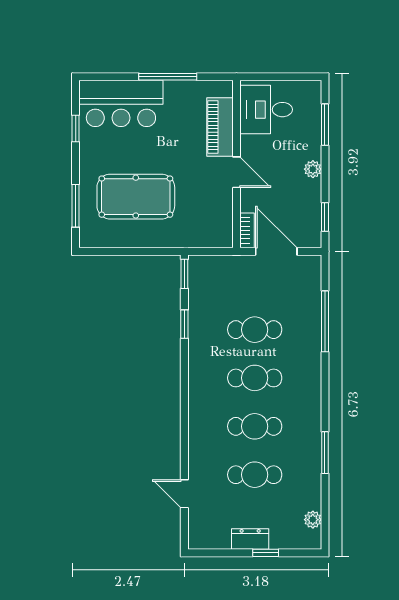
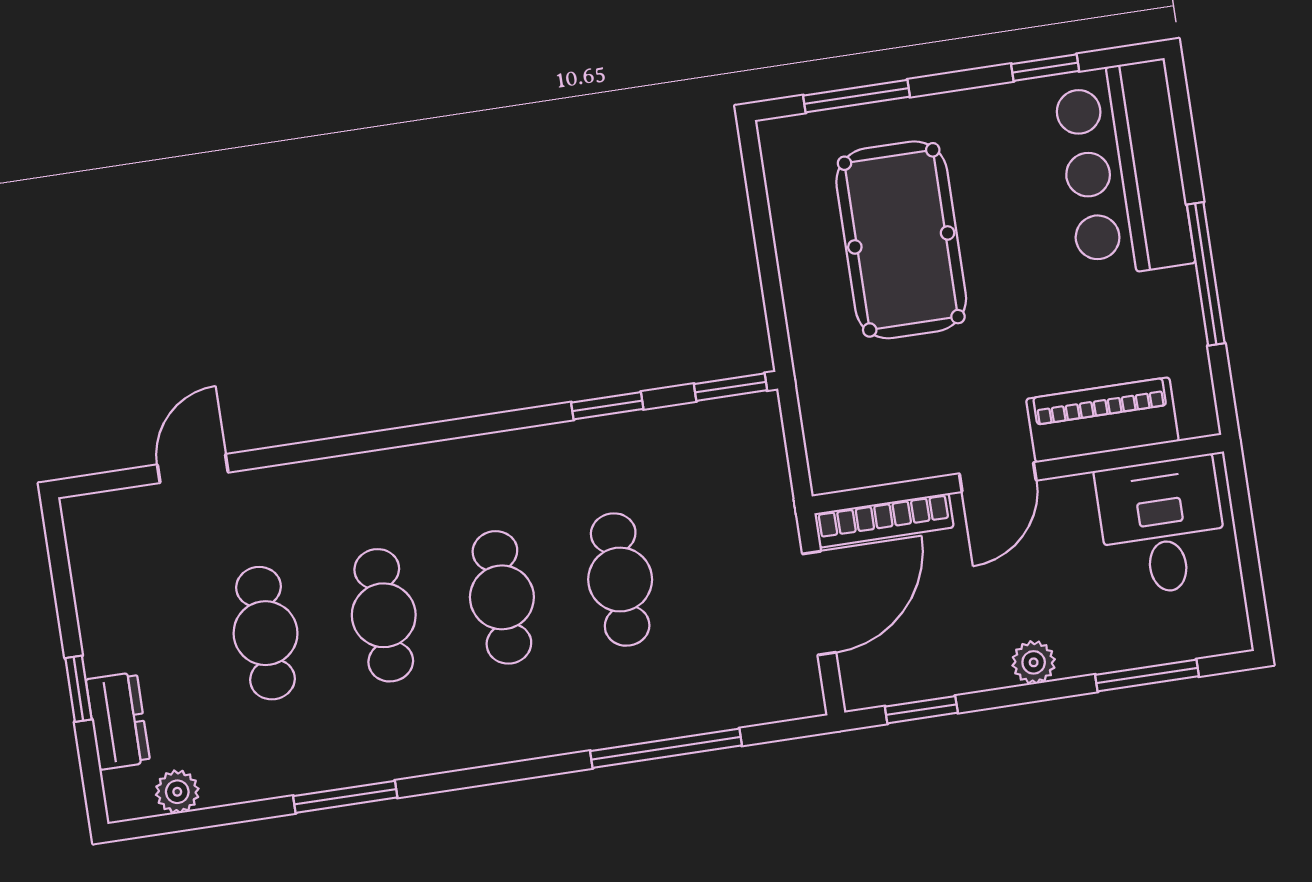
bookcase: (247, 230) -> (884, 520), width x1.56
dresser: (250, 539) -> (118, 721), moved

